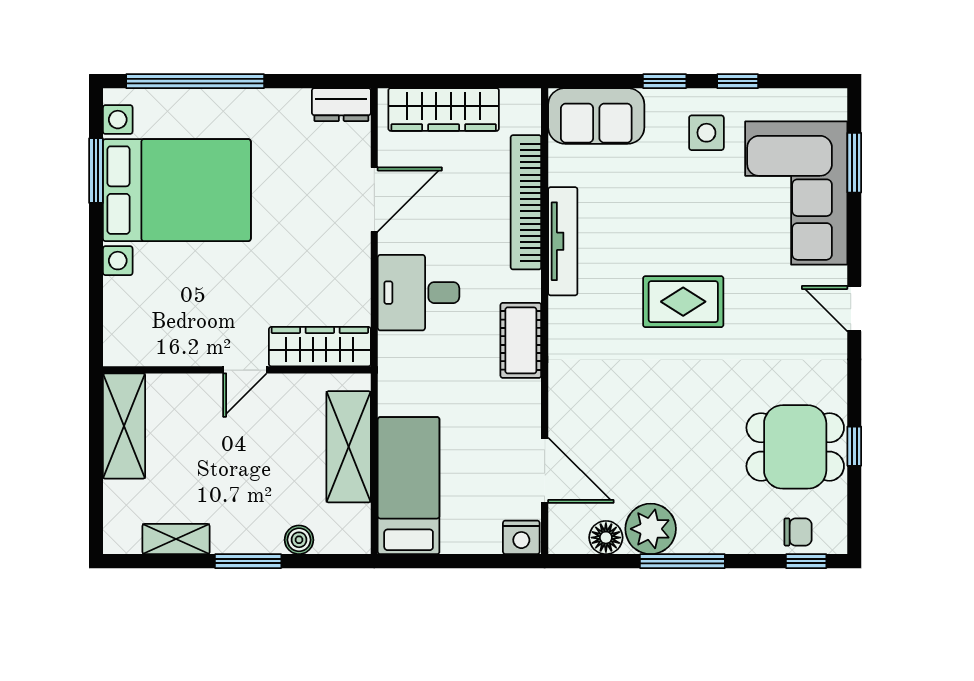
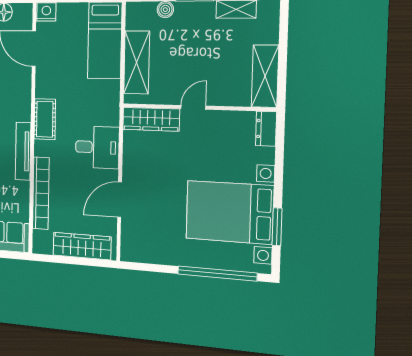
dresser: (341, 105) -> (266, 129), moved, turned -90
tv unit: (563, 241) -> (23, 151), moved

